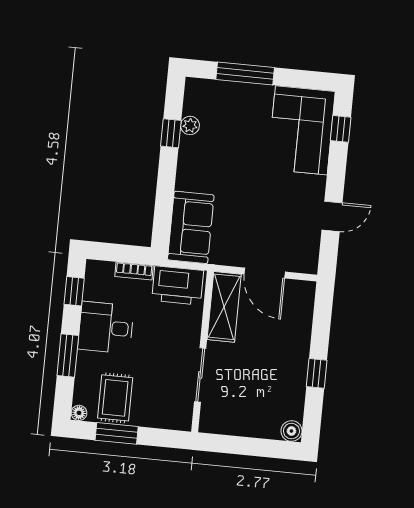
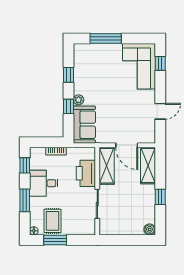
plant: (190, 125) -> (79, 100), moved
window: (165, 191) -> (69, 106), added
printer: (178, 285) -> (86, 173), moved, turned 90
shelving: (300, 314) -> (148, 165), added

